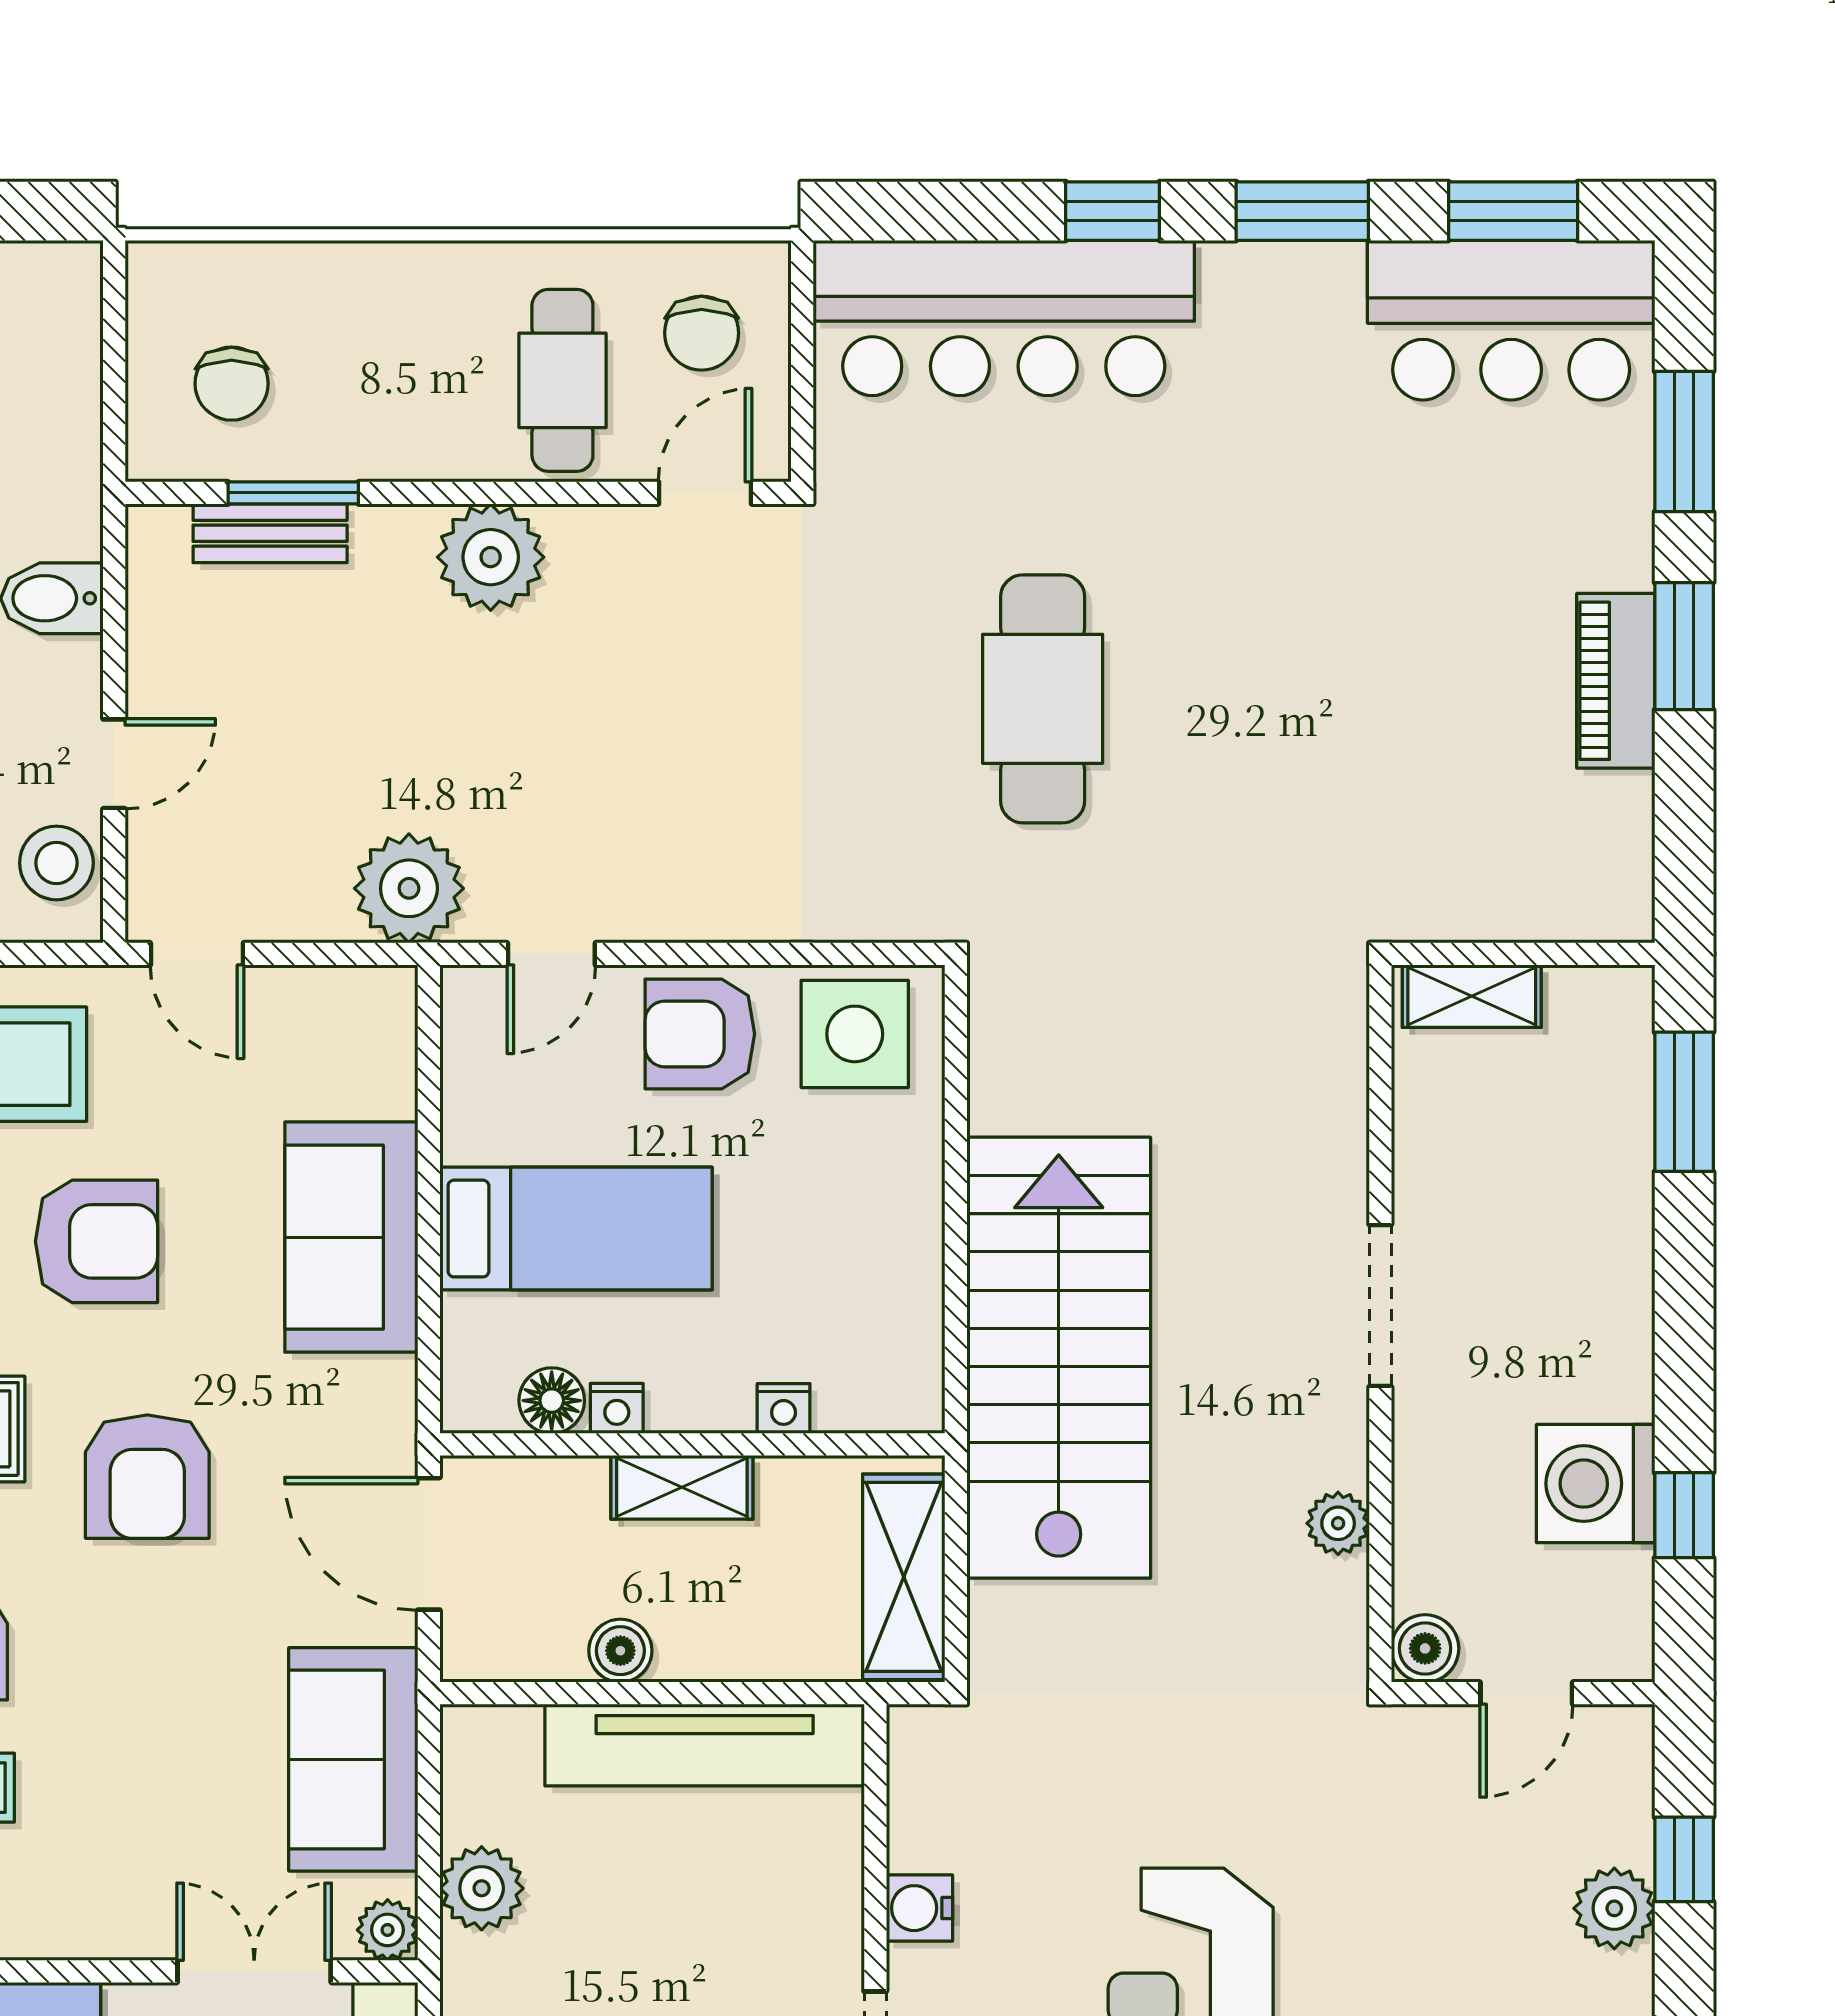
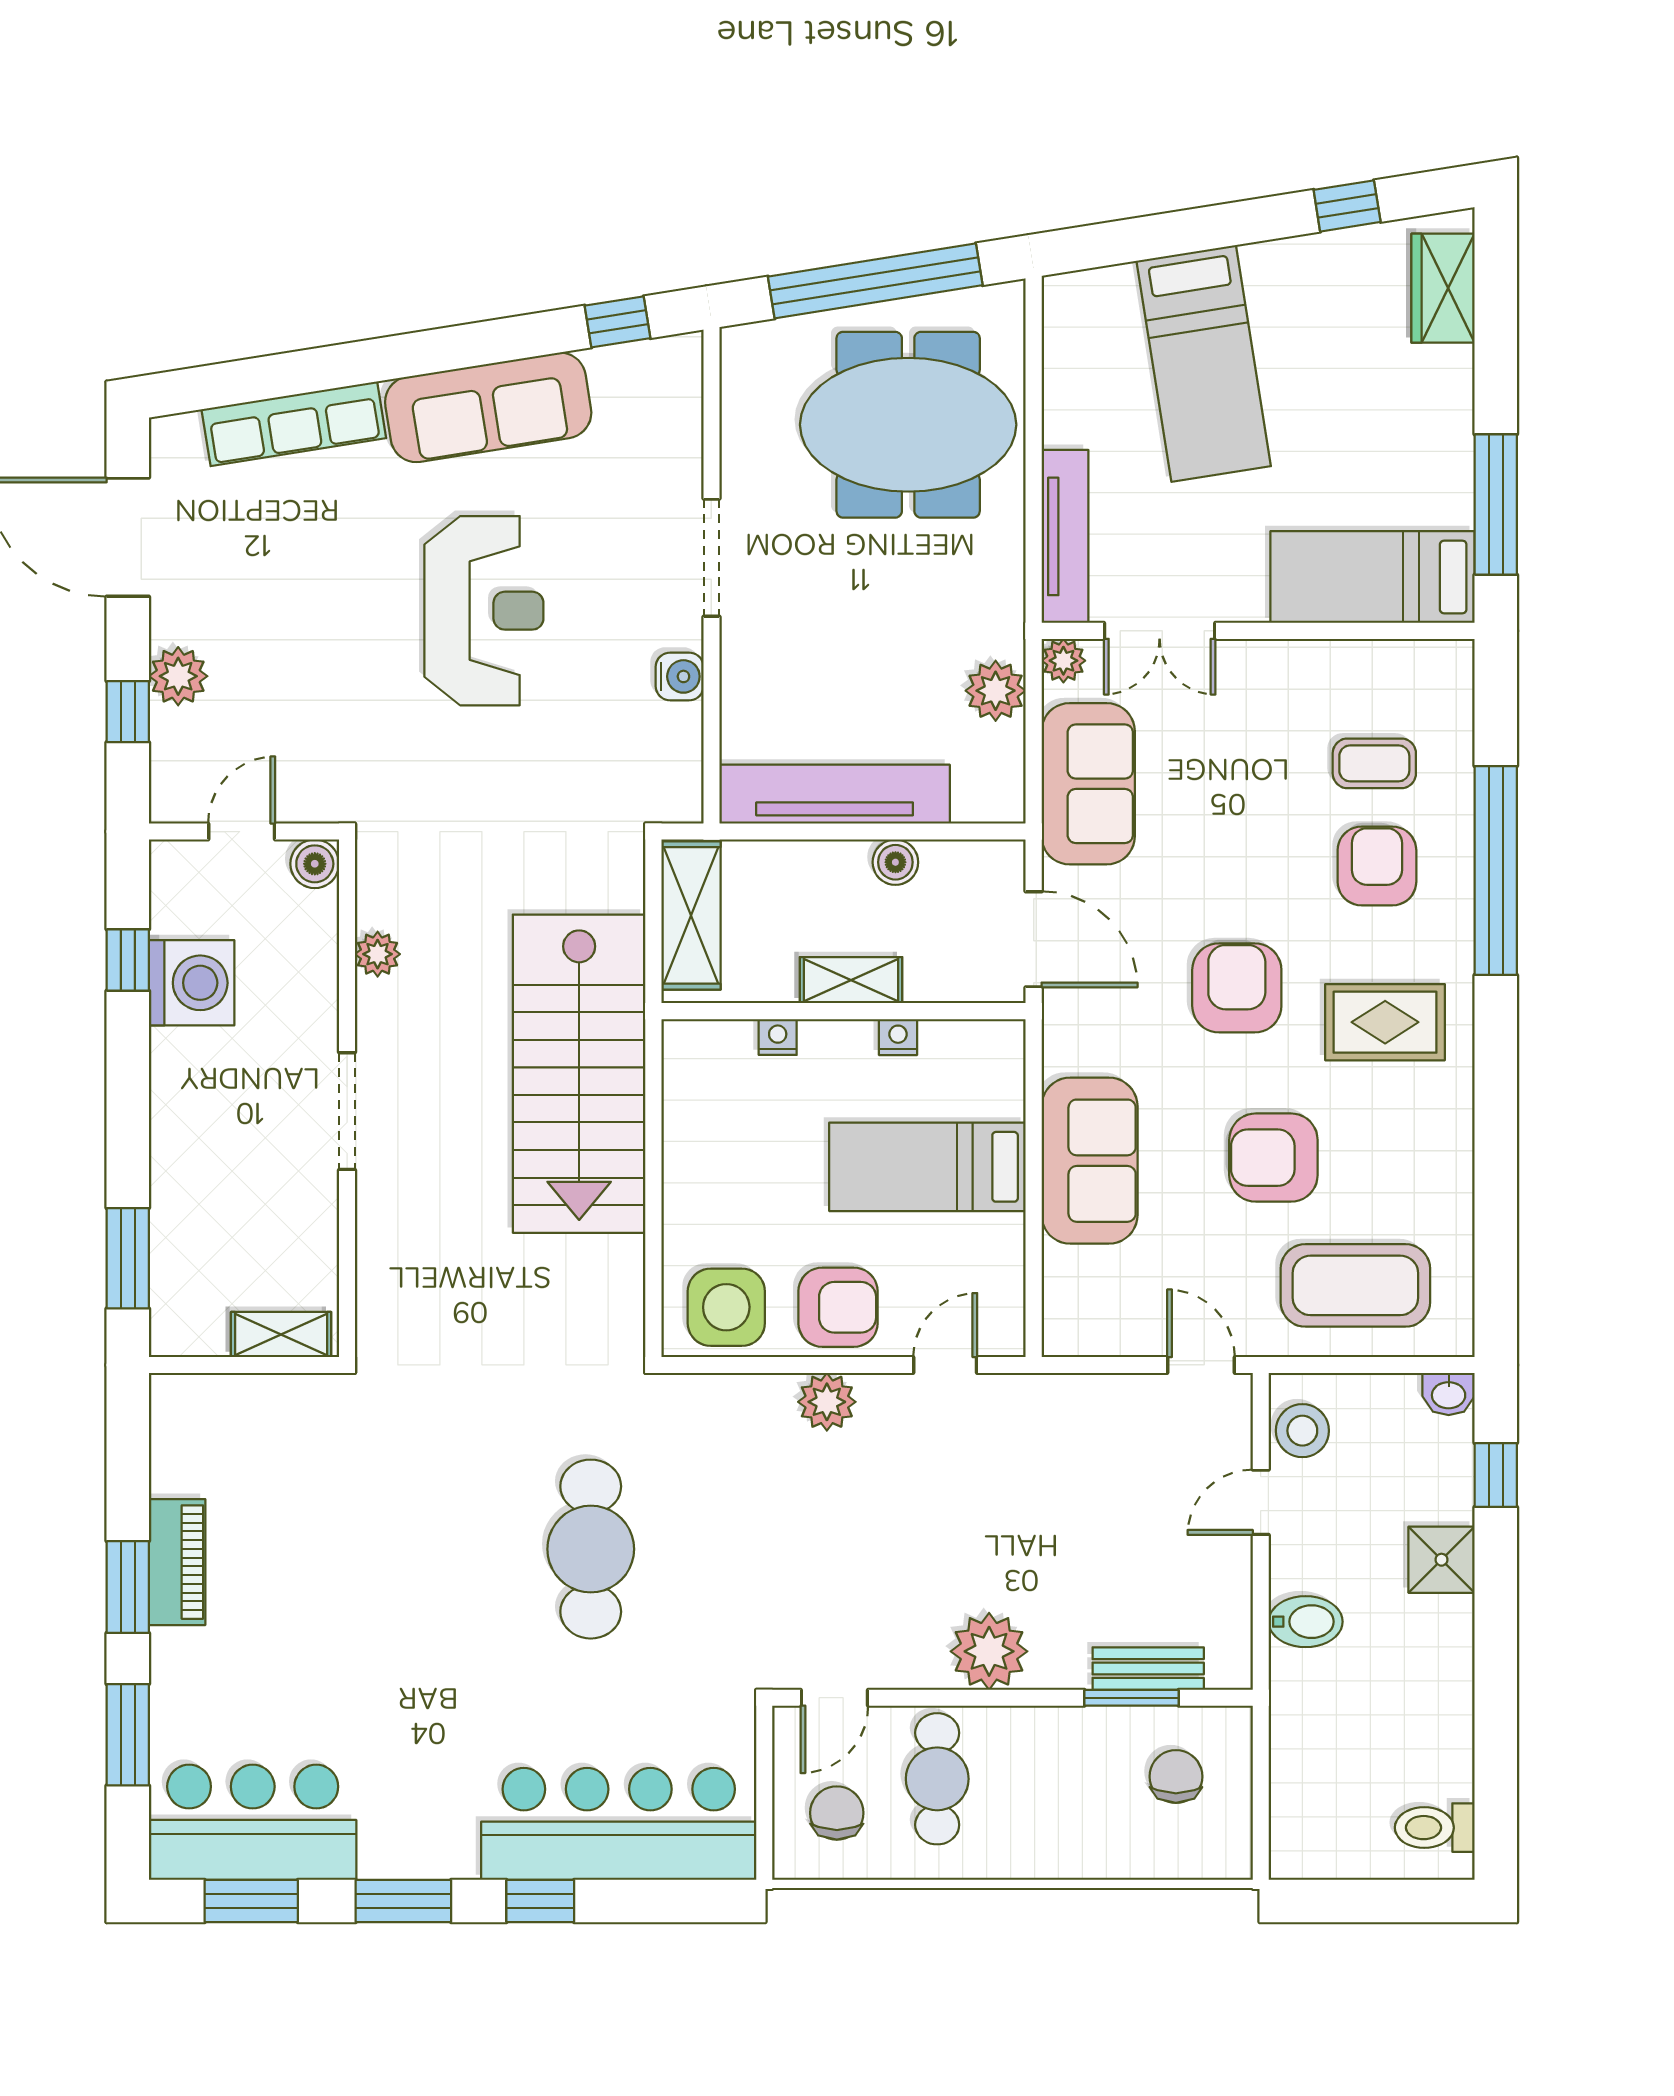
plant: (409, 888) -> (827, 1402), moved, width x0.73, depth x0.73
floor lamp: (552, 1401) -> (945, 1043), removed

